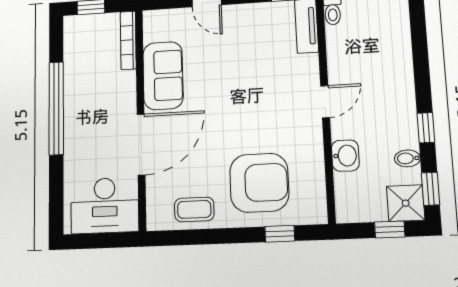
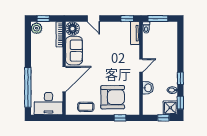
floor lamp: (158, 25) -> (72, 29), added
plant: (76, 30) -> (37, 28), added
window: (56, 108) -> (28, 87), moved

